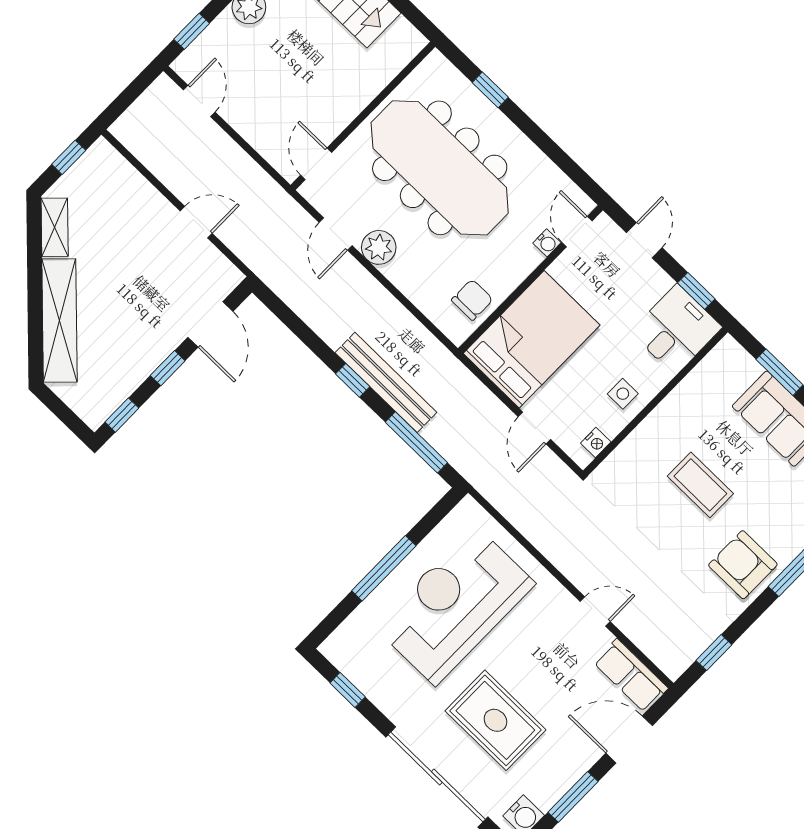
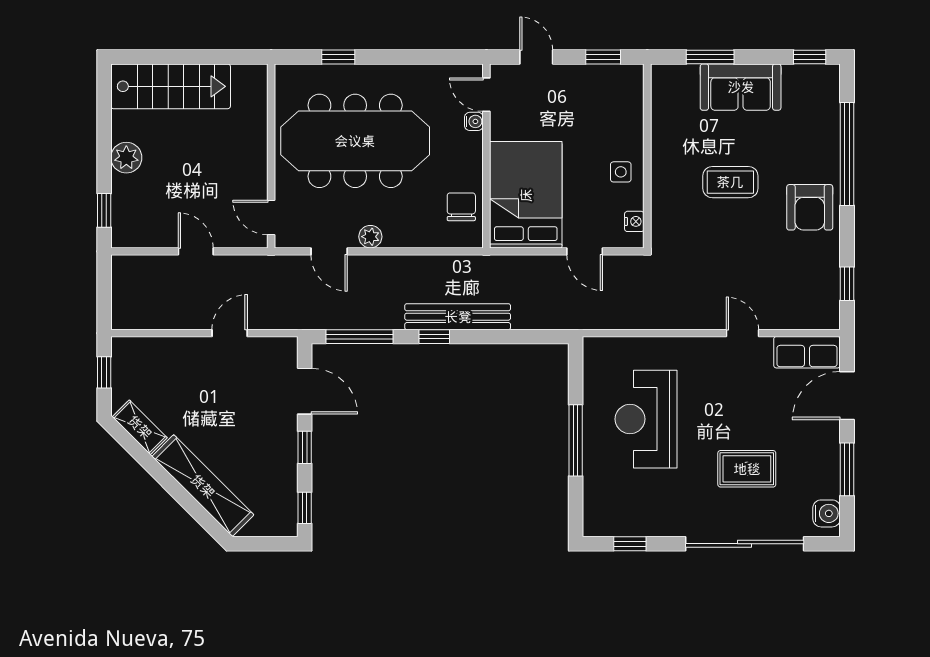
door: (199, 101) -> (196, 251), moved
plant: (379, 247) -> (370, 237), width x0.73, depth x0.73
desk: (676, 330) -> (615, 95), removed
window: (416, 442) -> (359, 337), moved
armchair: (743, 565) -> (810, 207), turned -90
reception desk: (455, 605) -> (646, 419), width x0.74, depth x0.77
door: (595, 612) -> (742, 333), hinge flipped
rug: (495, 720) -> (747, 469), width x0.73, depth x0.70

